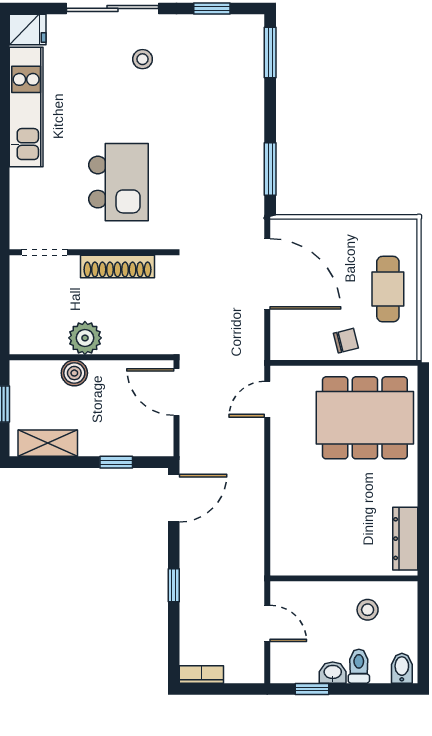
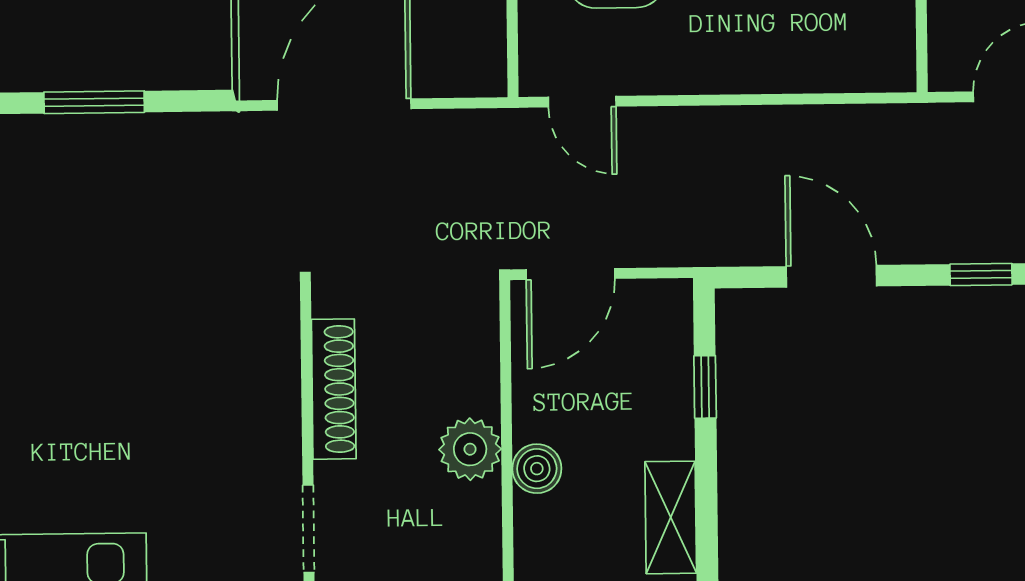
window: (270, 169) -> (94, 102), moved
kitchen island: (119, 182) -> (173, 389), removed
door: (174, 498) -> (831, 276), moved
window: (174, 585) -> (981, 274), moved

